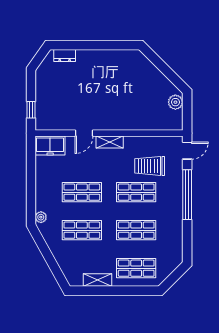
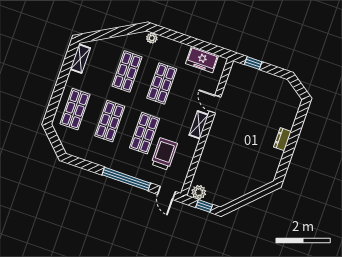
dresser: (65, 55) -> (282, 139), moved
plant: (175, 102) -> (199, 192), moved
window: (187, 109) -> (204, 206), added
freezer: (50, 146) -> (202, 60), moved, turned -90
shelving: (98, 280) -> (80, 59), moved

